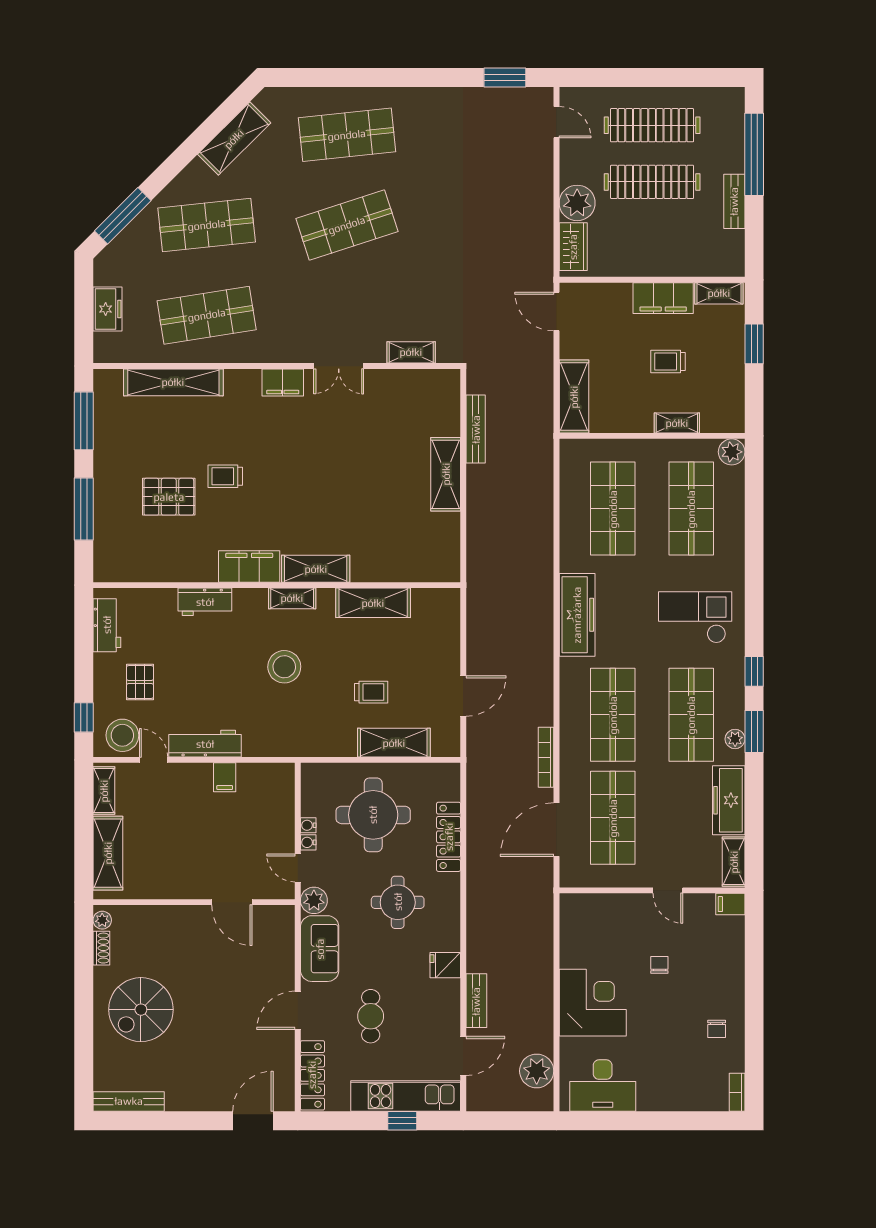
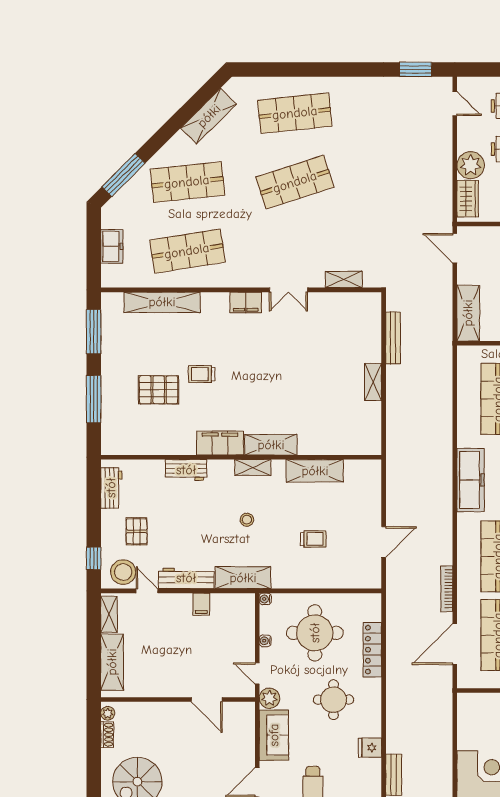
shelving: (446, 474) -> (373, 382), width x0.67, depth x0.75
stool: (284, 667) -> (247, 520), width x0.53, depth x0.53
shelving: (394, 743) -> (243, 578), moved
water cooler: (308, 842) -> (265, 599), moved

